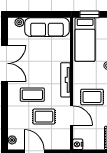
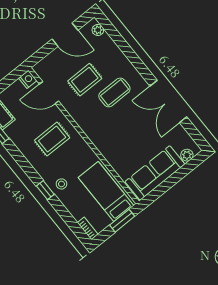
tv unit: (65, 80) -> (93, 135), removed
door: (72, 116) -> (49, 93), moved

